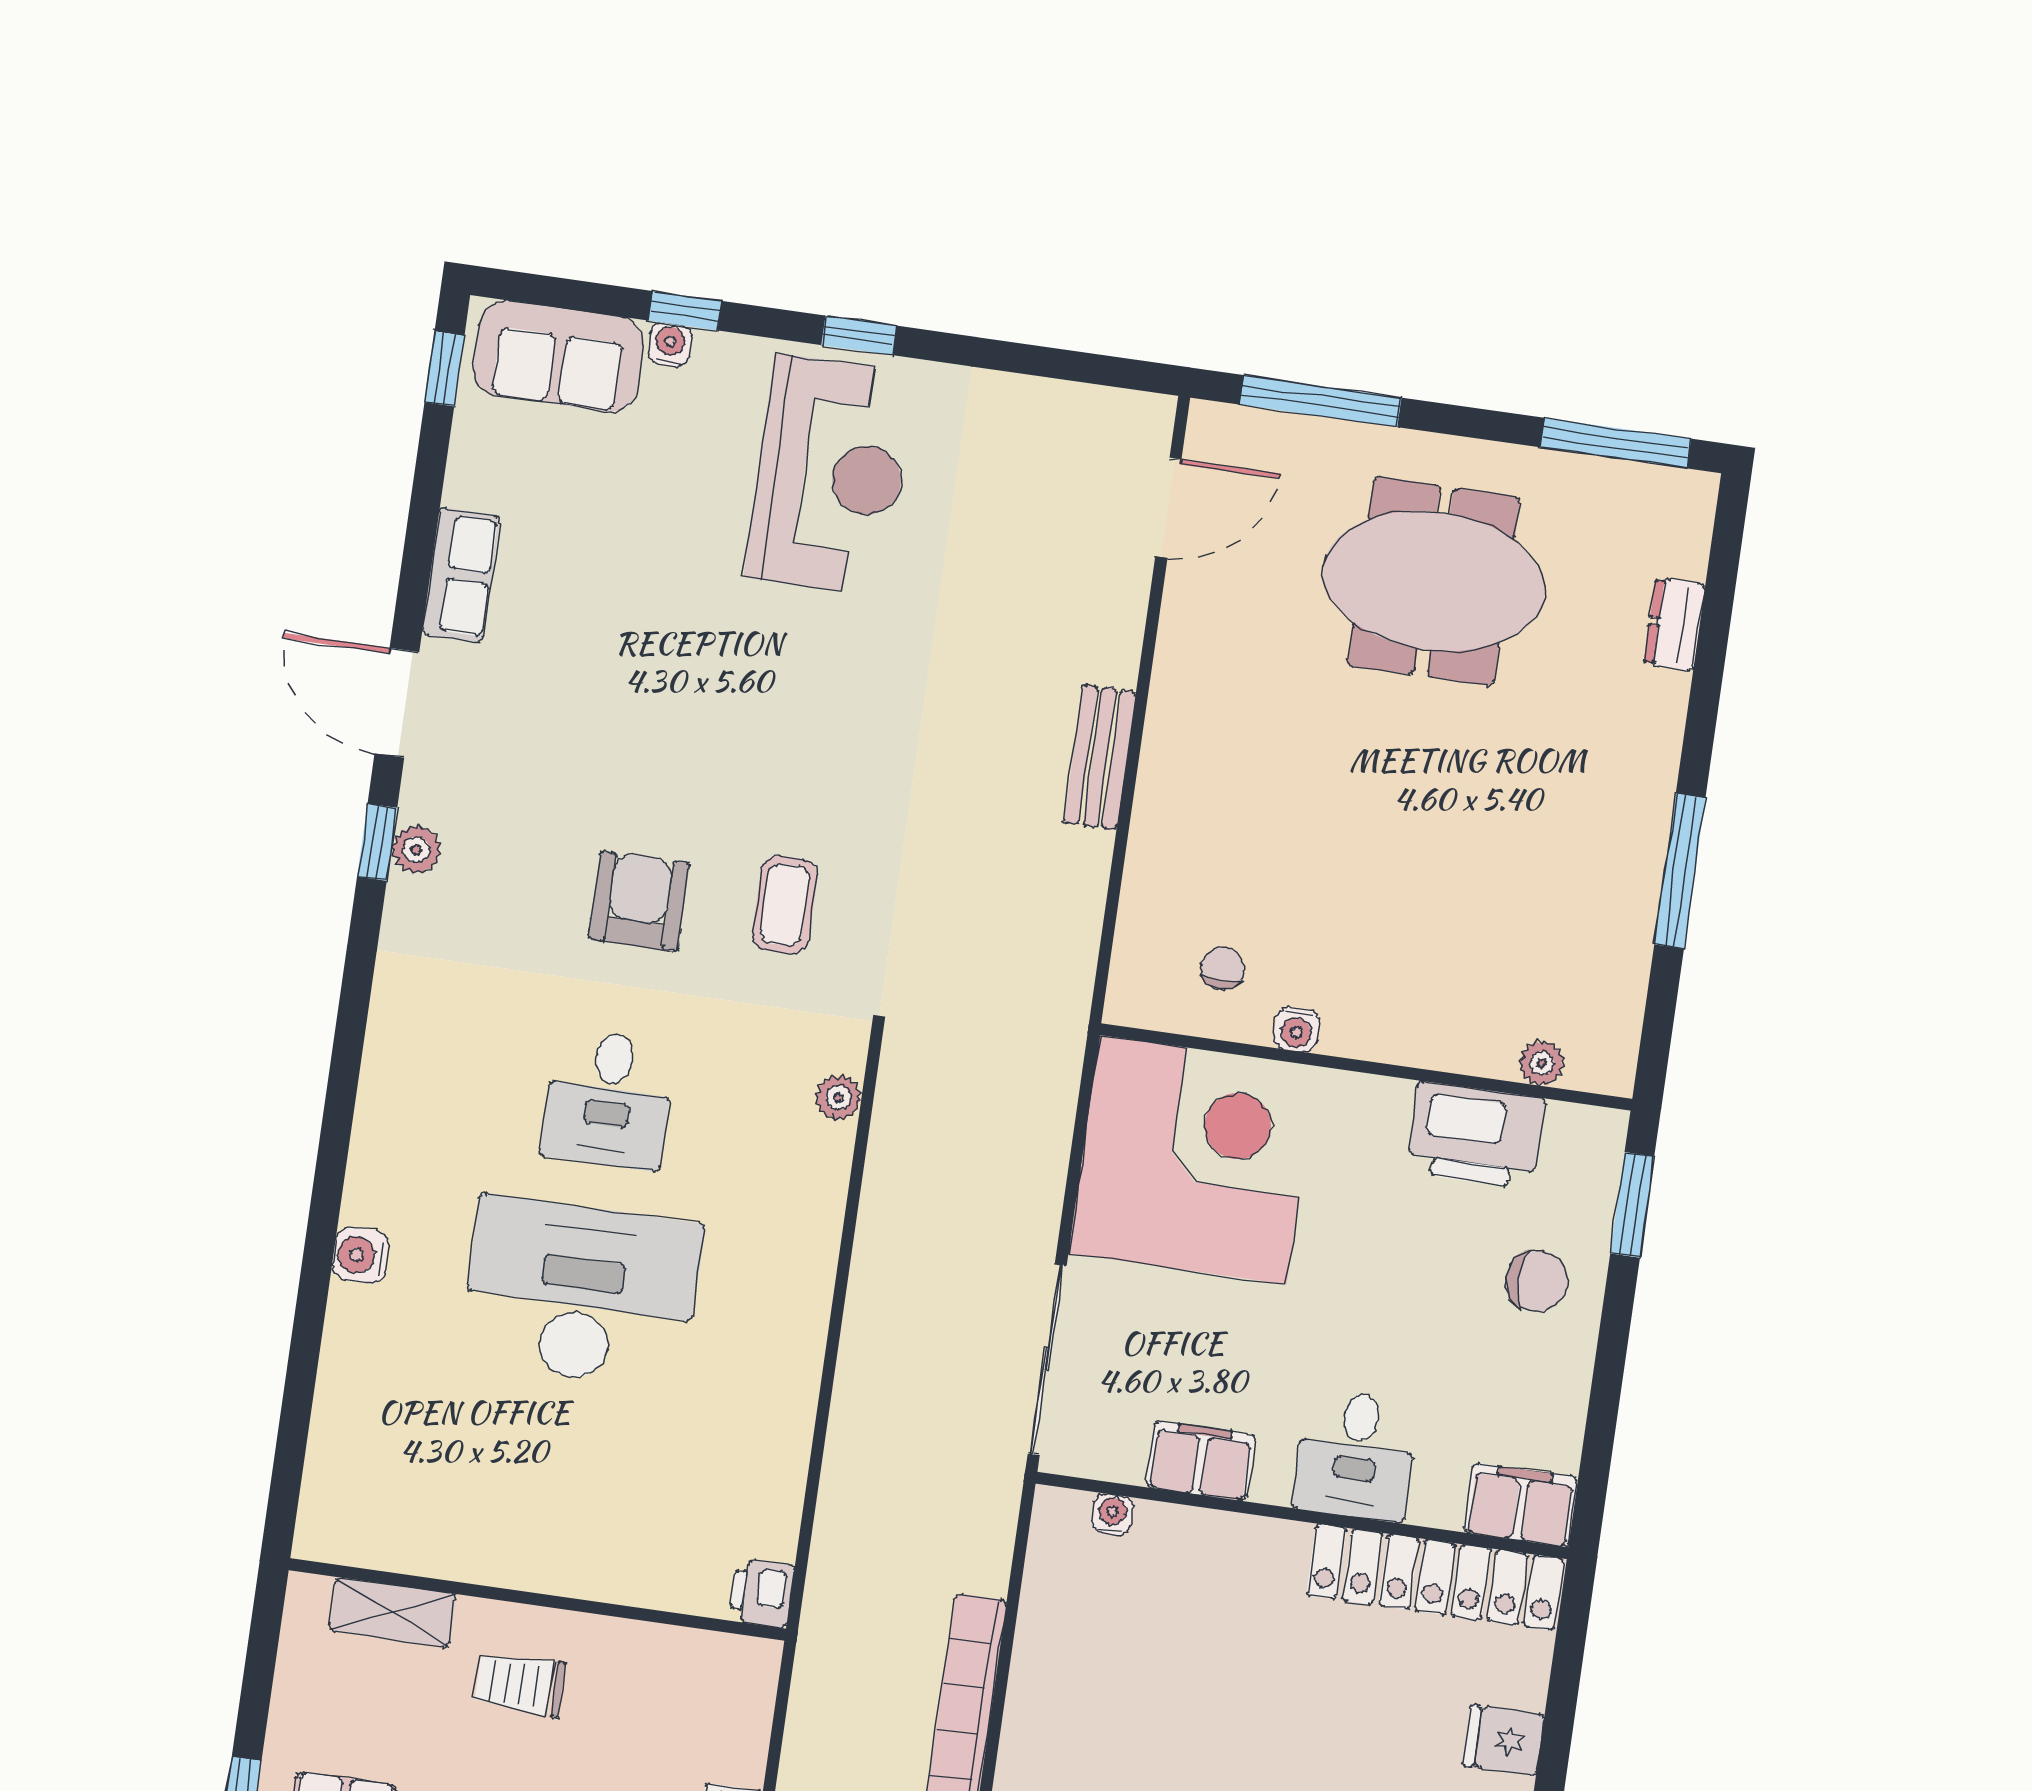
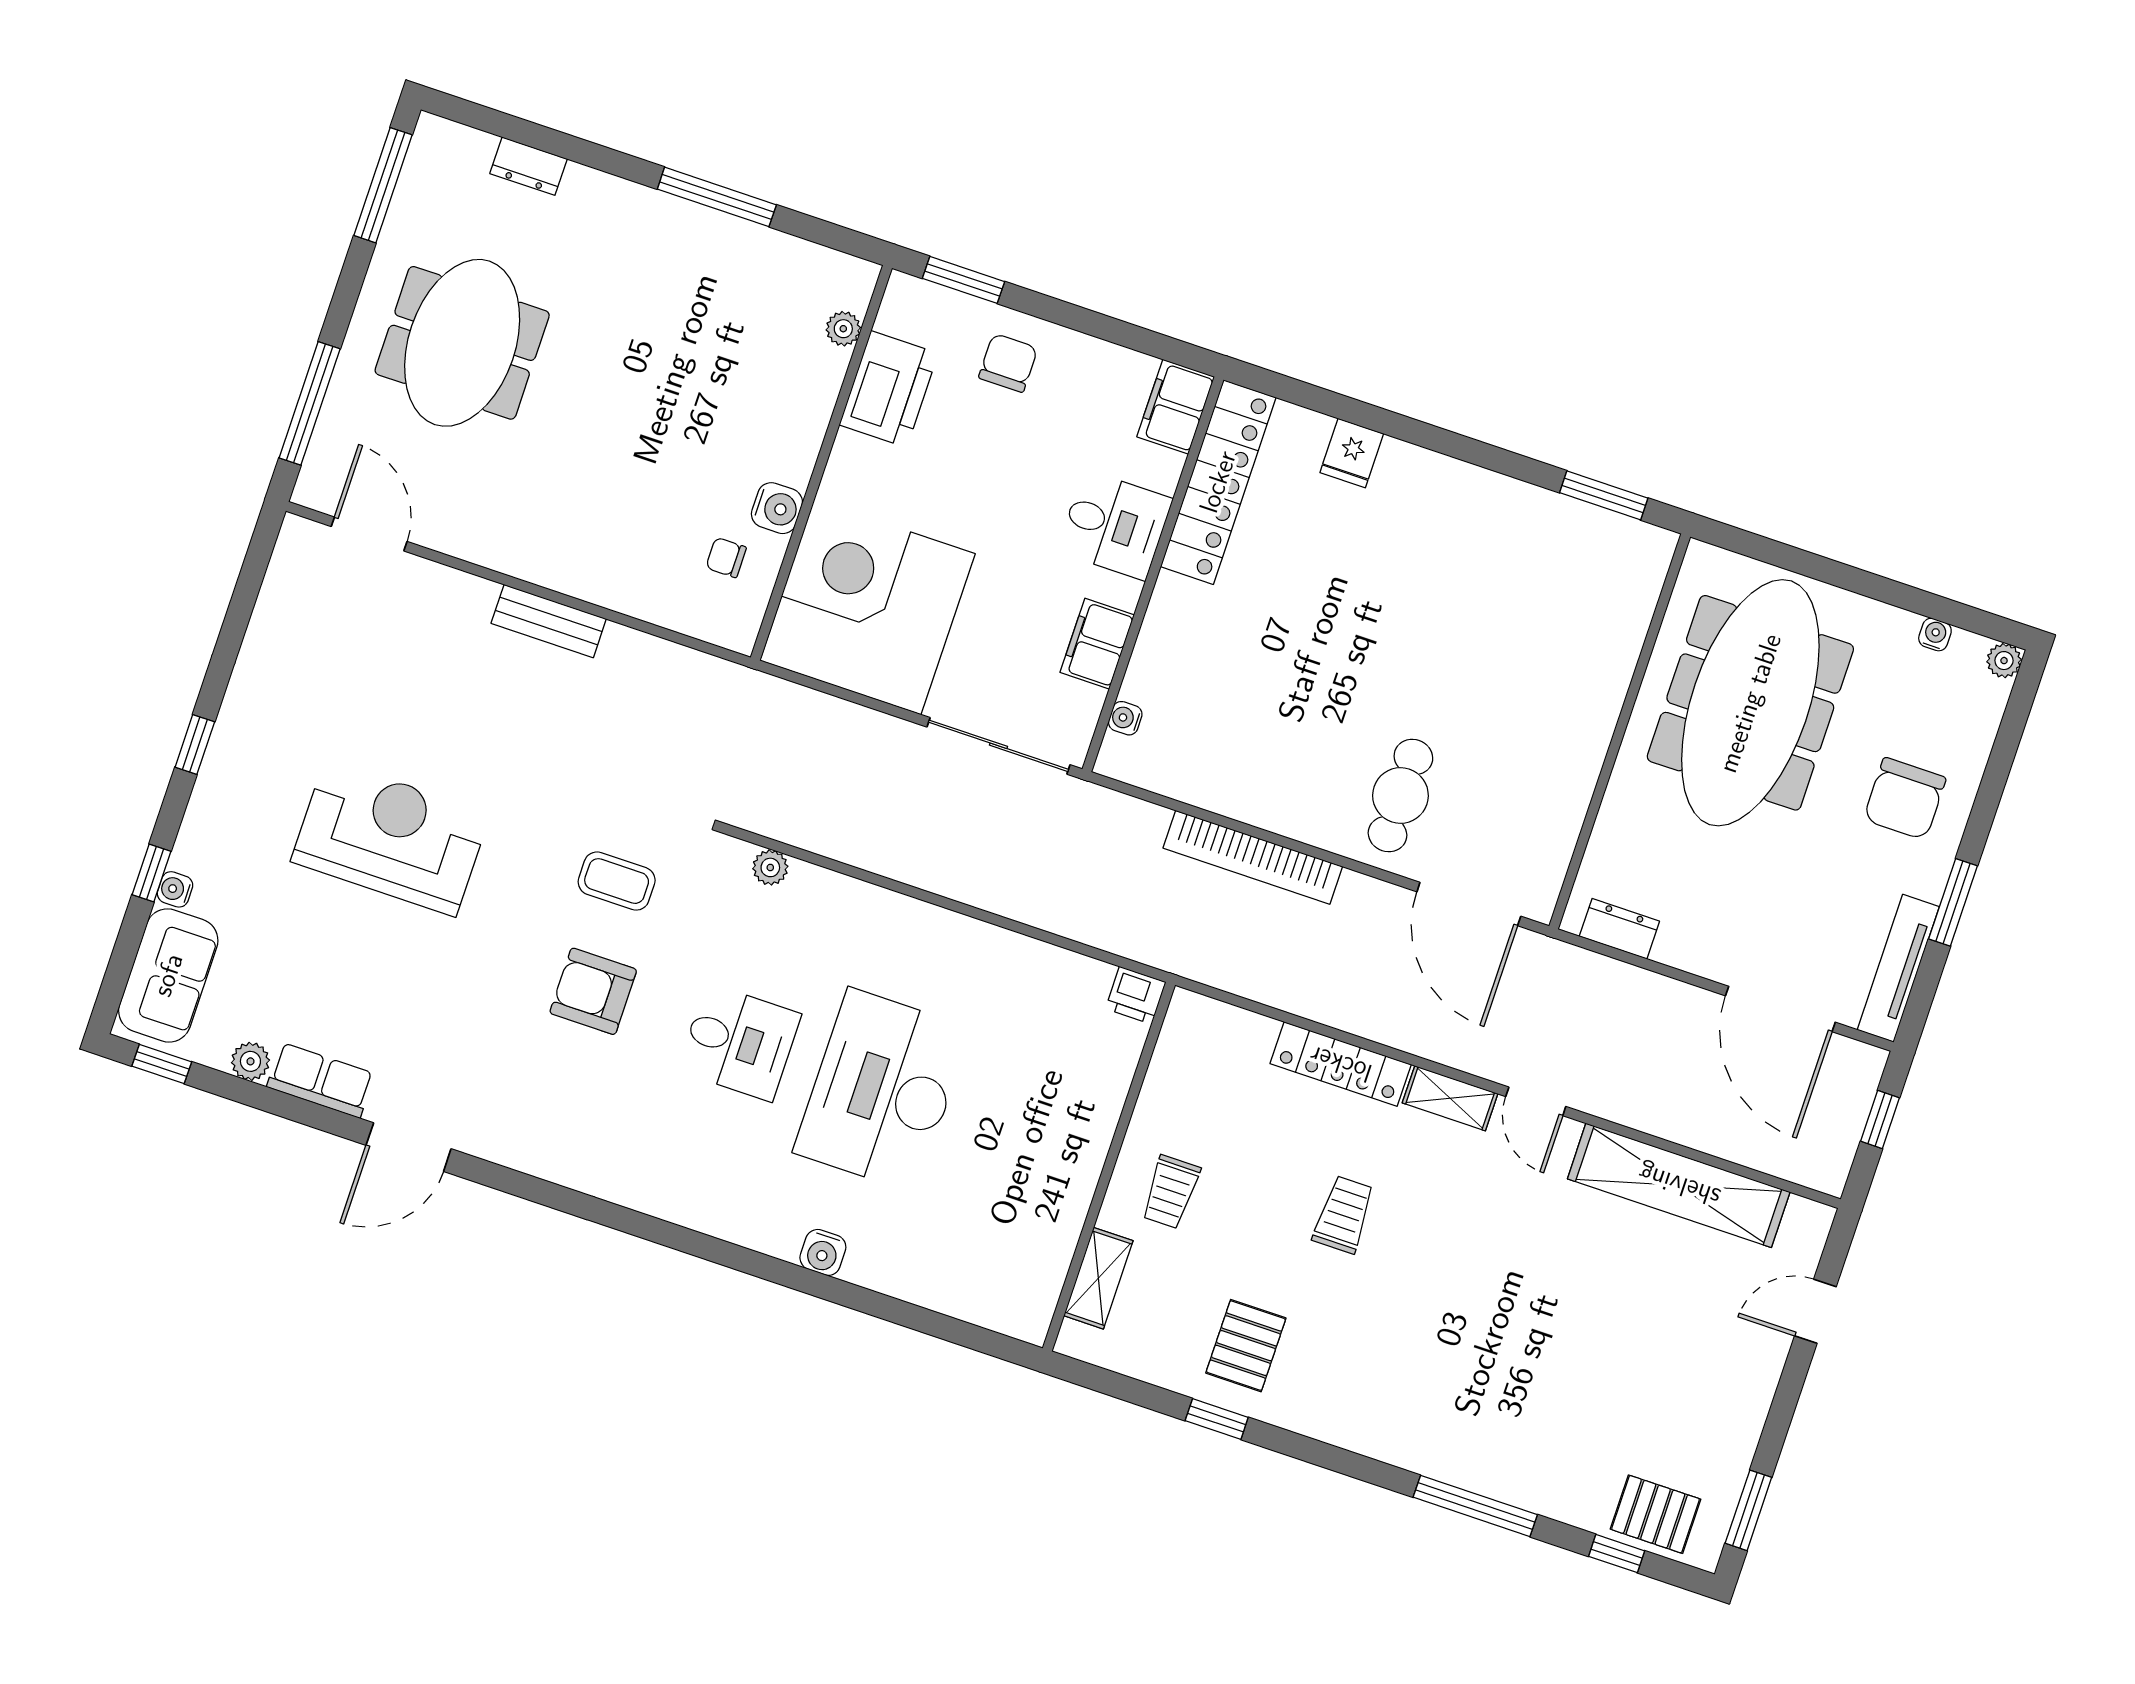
reception desk: (830, 475) -> (391, 837), moved
window: (377, 842) -> (512, 1182), removed
plant: (416, 850) -> (250, 1061), moved
water cooler: (1296, 1029) -> (777, 508), width x1.38, depth x1.38

